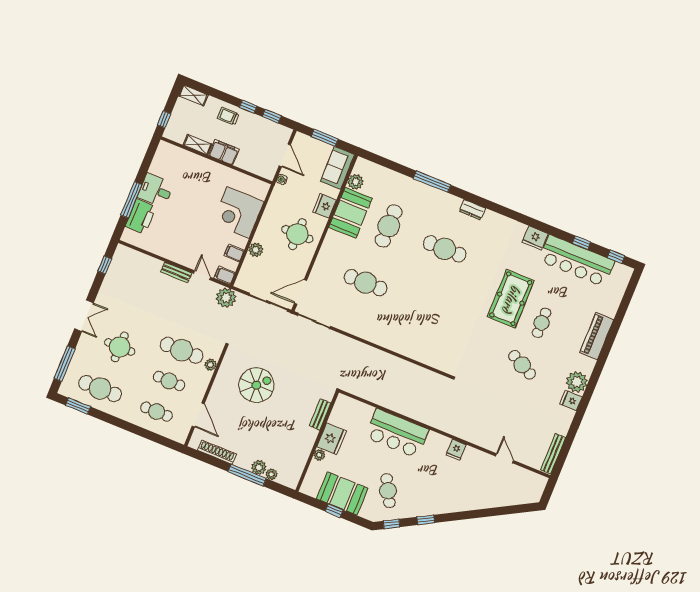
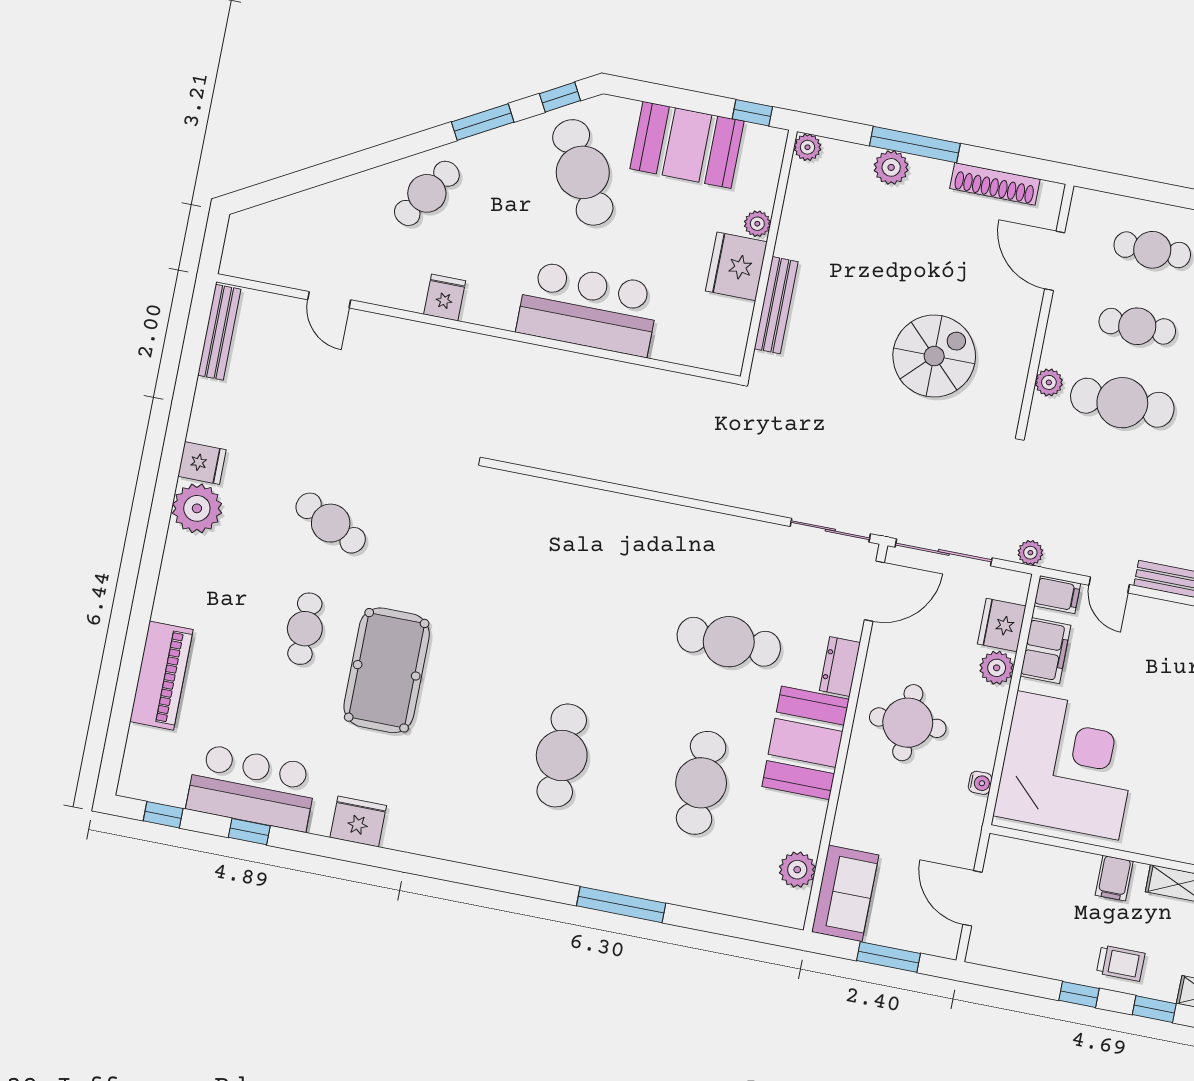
window: (272, 116) -> (1154, 1009), moved
filing cabinet: (224, 152) -> (1114, 878), width x0.50
water cooler: (282, 179) -> (980, 783), moved
fridge: (325, 206) -> (1002, 625), moved, turned 180
dresser: (472, 210) -> (840, 667), moved, turned -90
corner desk: (238, 213) -> (1068, 765), width x1.36, depth x1.36
booth: (350, 213) -> (805, 743), moved
cafe table: (445, 249) -> (562, 755), turned 90
filing cabinet: (234, 253) -> (1045, 651), width x2.00
bar counter: (577, 261) -> (252, 788), width x0.73
plant: (226, 298) -> (1030, 553), width x0.53, depth x0.53
piano: (597, 336) -> (161, 676), moved
spiral stairs: (256, 385) -> (934, 356), turned 180
bench: (320, 414) -> (776, 305), width x1.36
plant: (271, 474) -> (807, 147), moved
cafe table: (388, 491) -> (583, 172), width x1.37, depth x1.35
cafe table: (455, 495) -> (427, 193), added
window: (334, 511) -> (752, 113), moved
window: (426, 520) -> (483, 122), width x1.50

